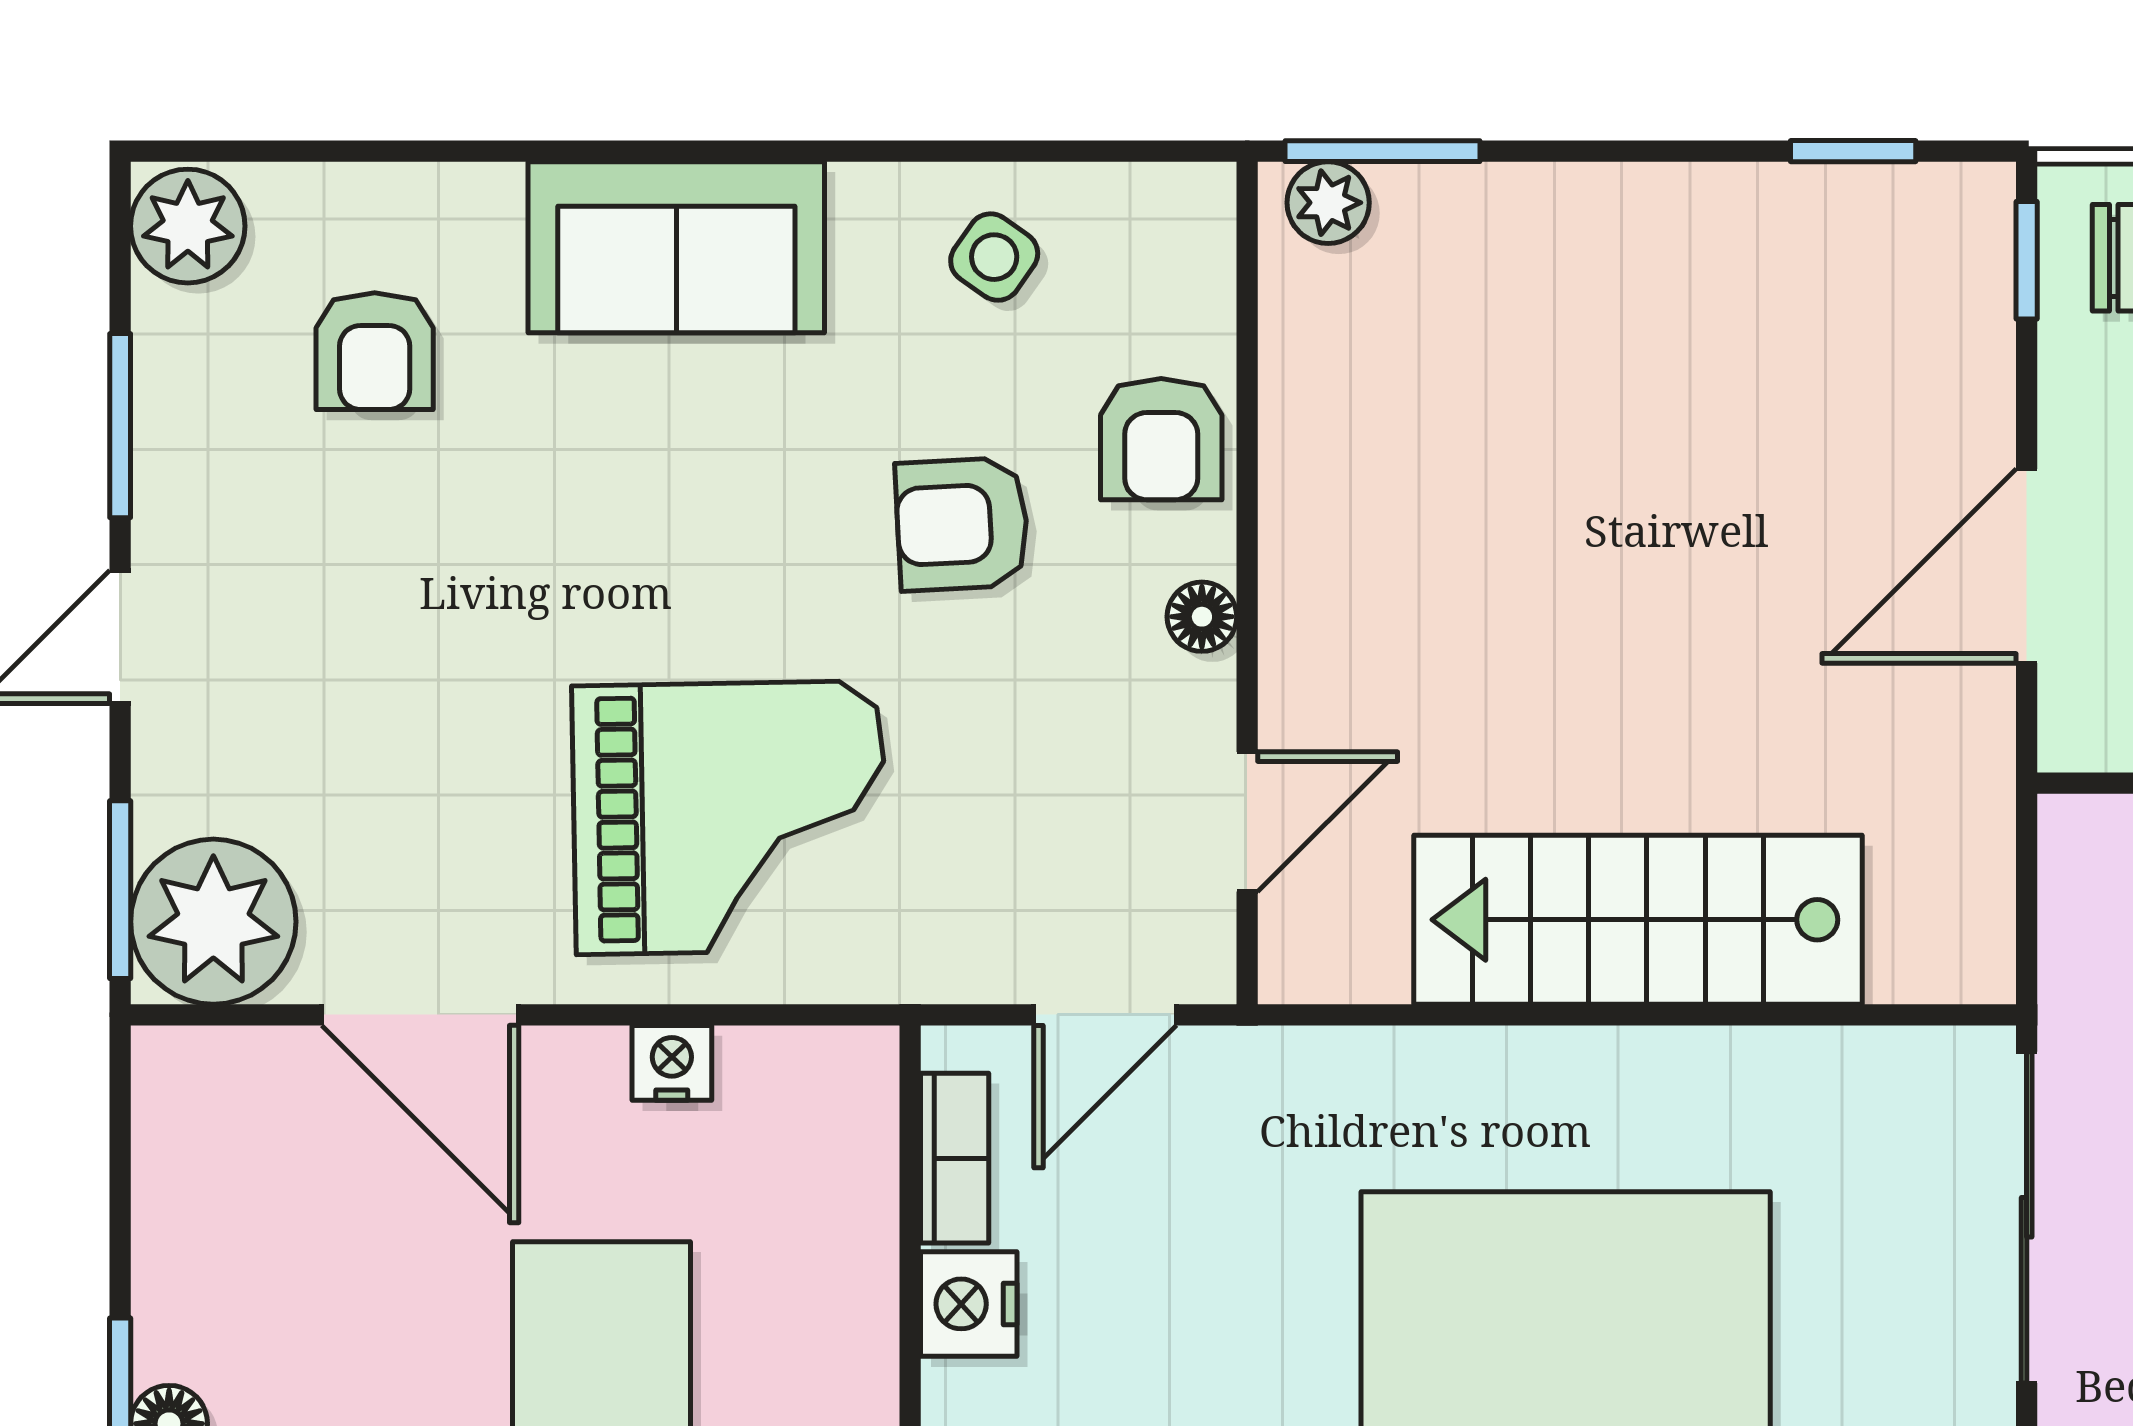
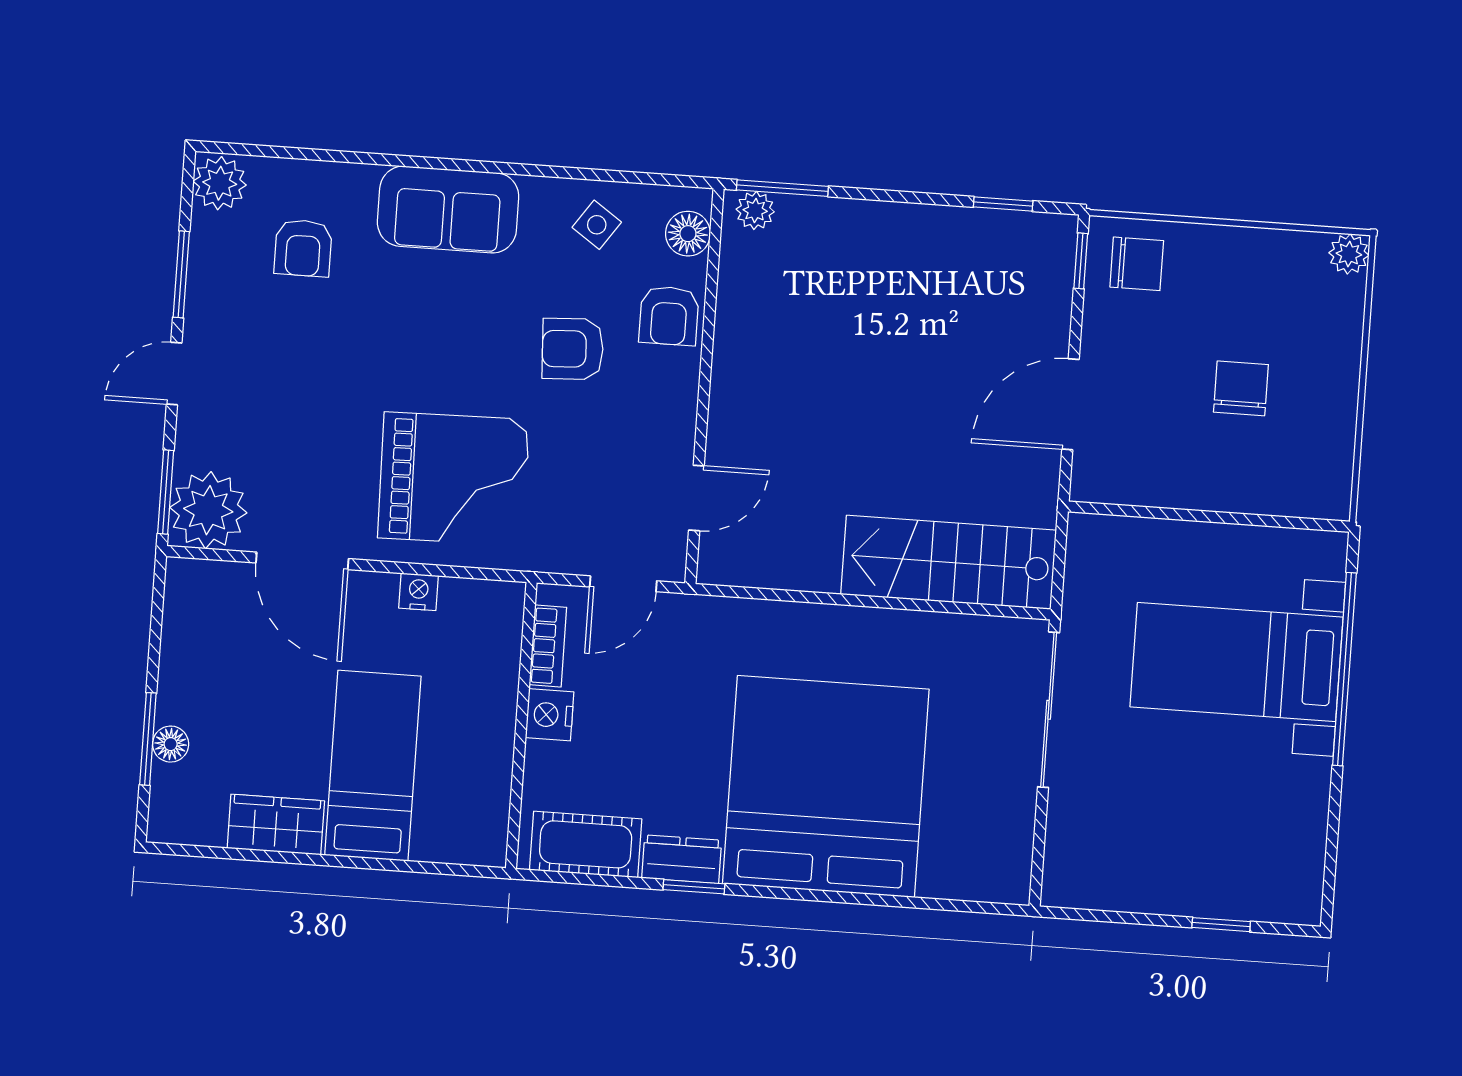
floor lamp: (1202, 617) -> (688, 234), moved, width x1.37, depth x1.37
stairs: (1638, 920) -> (949, 562), moved

